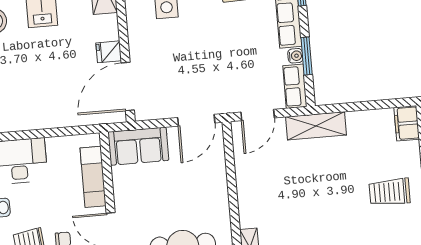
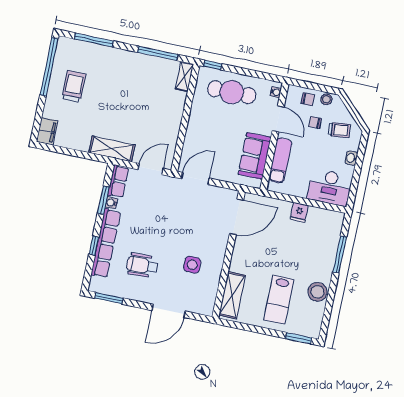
fridge: (109, 52) -> (299, 212), moved, turned 90
sofa: (138, 146) -> (255, 156), moved, turned -90
trolley: (390, 192) -> (74, 86), turned -90

